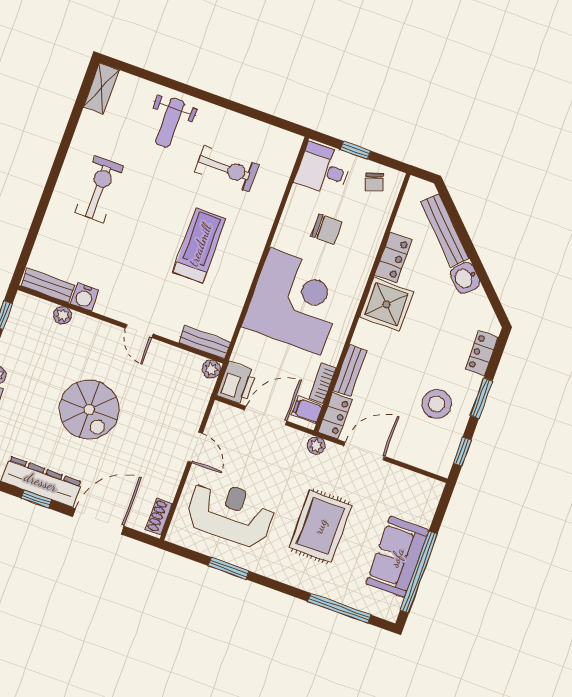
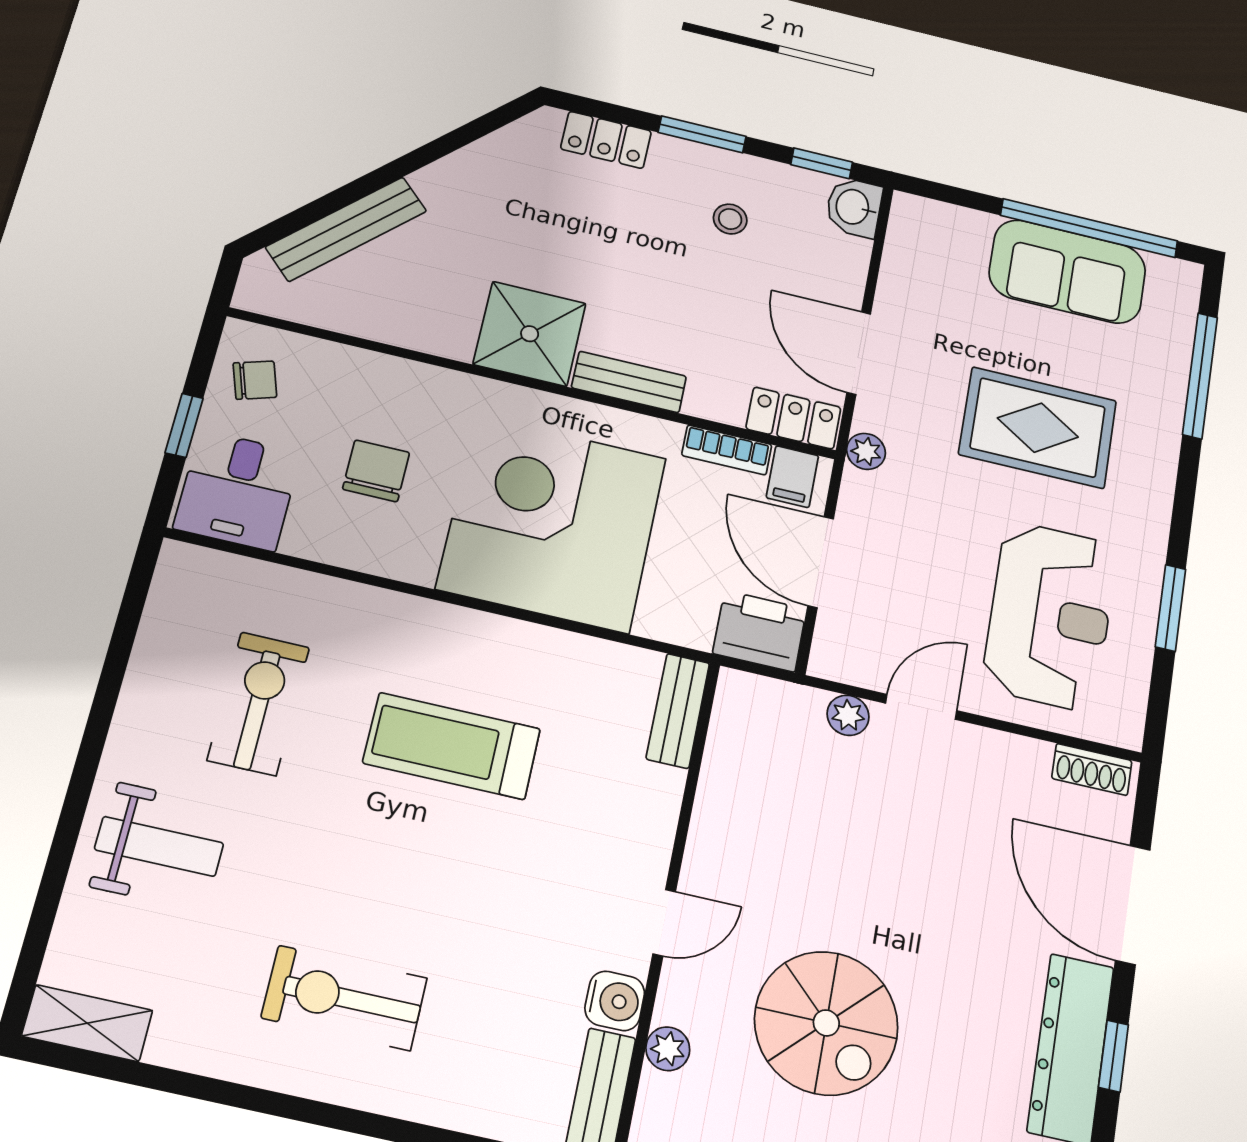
locker: (393, 257) -> (422, 328), removed
washbasin: (465, 278) -> (854, 207), moved, turned 135
door: (139, 331) -> (664, 923), moved
plant: (211, 369) -> (848, 715), moved
bench: (350, 371) -> (629, 382), moved
stool: (437, 404) -> (730, 219), width x0.53, depth x0.53
spiral stairs: (89, 410) -> (826, 1023), moved, turned 90
reception desk: (231, 513) -> (1050, 616), turned 180

